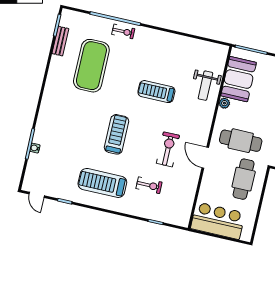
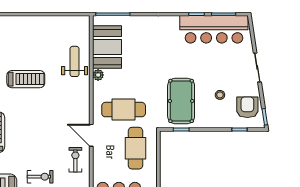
weight bench: (205, 86) -> (75, 61), turned 180
treadmill: (156, 92) -> (26, 79), turned 180
exercise bike: (168, 149) -> (75, 160), moved, width x0.73, depth x0.72

